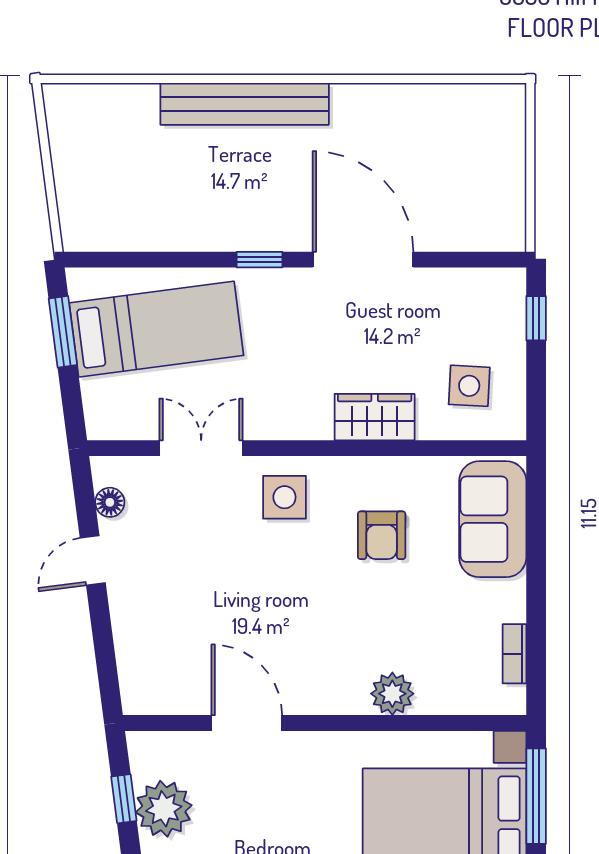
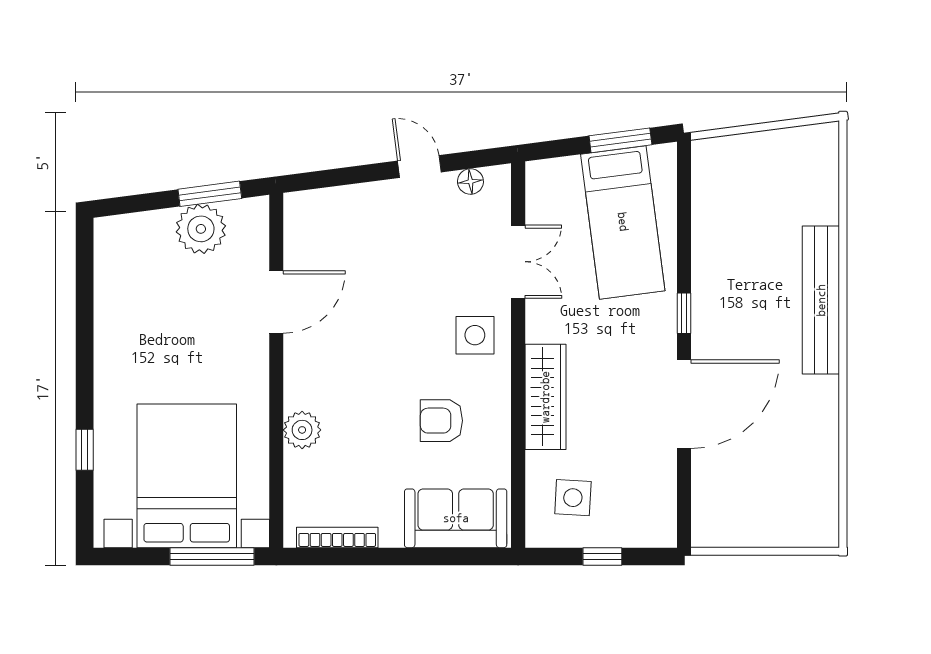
window: (536, 318) -> (602, 556), moved
wardrobe: (375, 417) -> (545, 397), width x1.50
bookcase: (514, 654) -> (337, 537), width x1.56
window: (124, 799) -> (210, 194), width x1.50

